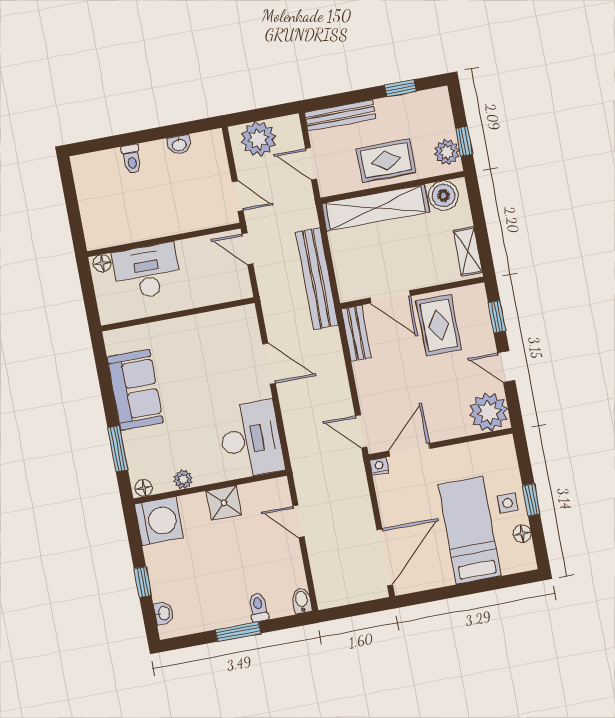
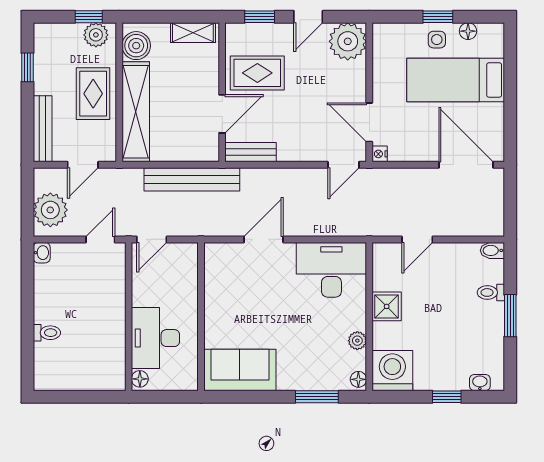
washbasin: (179, 145) -> (42, 253), moved
sofa: (135, 390) -> (240, 370), moved

